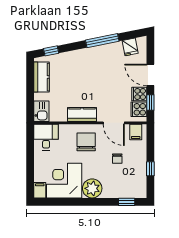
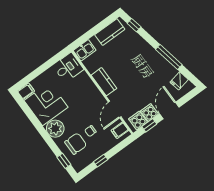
chair: (86, 142) -> (76, 144), moved

